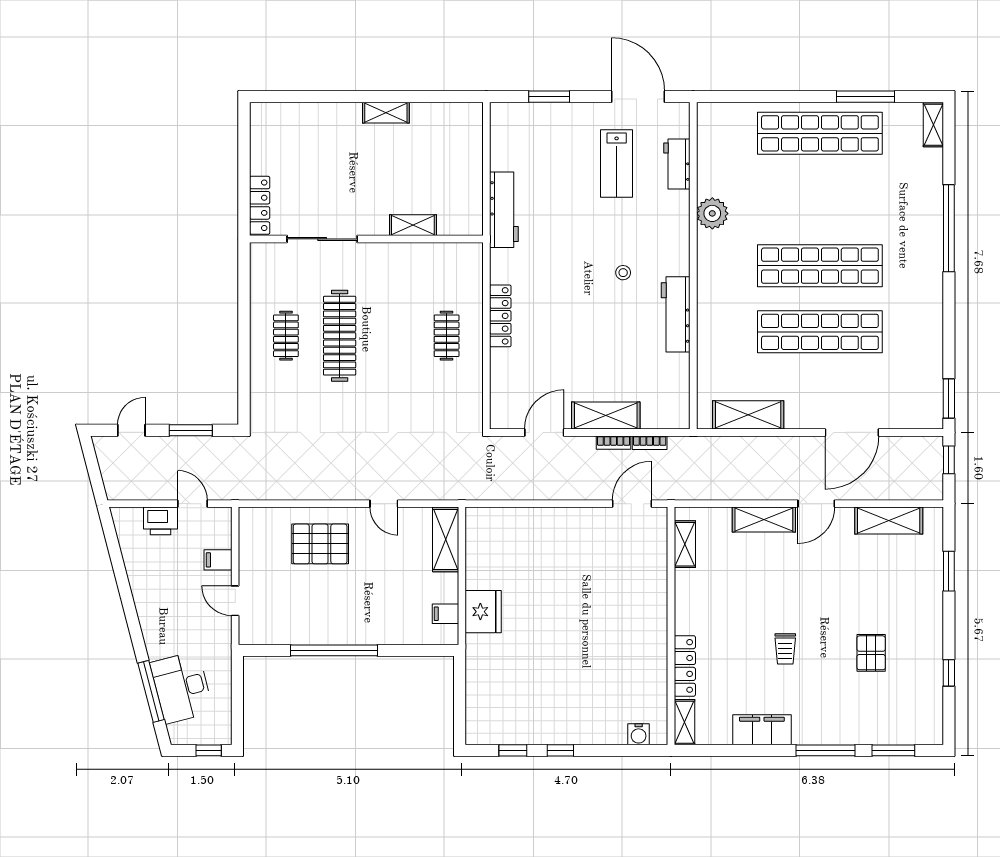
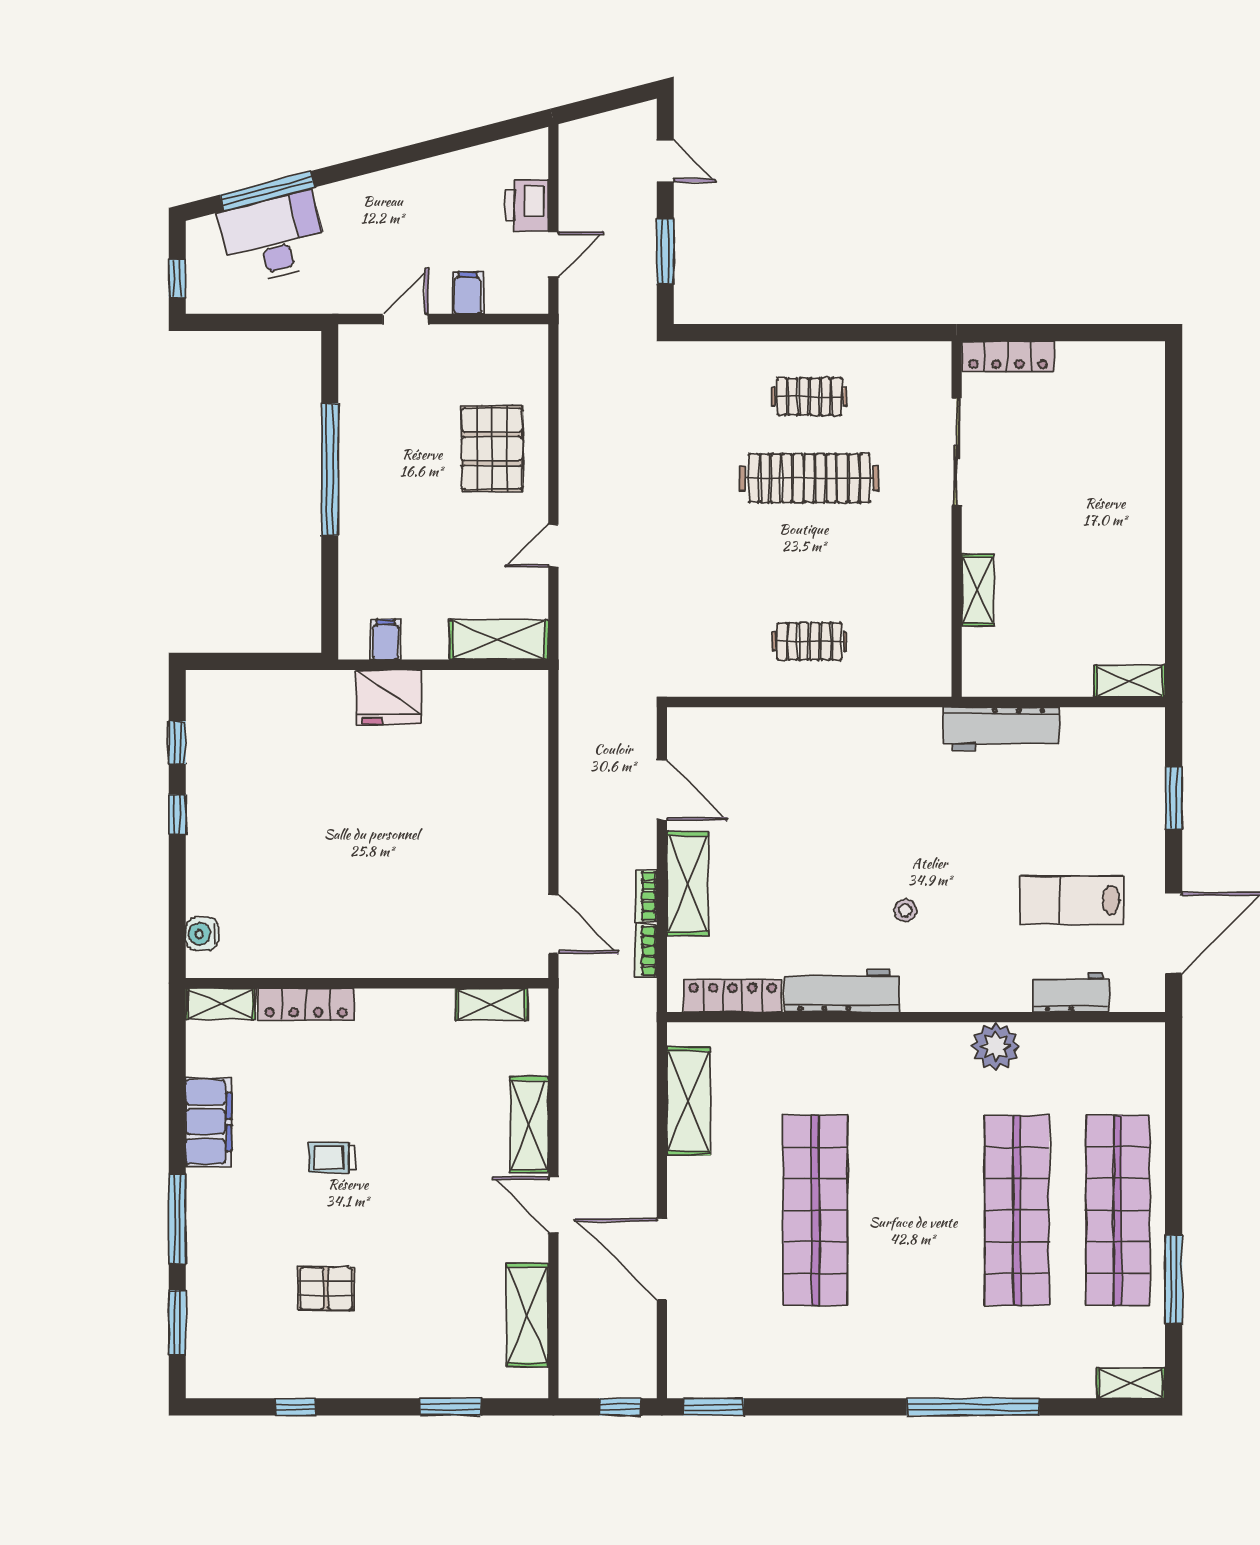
shelving: (386, 113) -> (1130, 681), moved, turned 90
shop shelf: (820, 266) -> (1017, 1210), moved
locker: (500, 316) -> (733, 996), moved, turned 180

